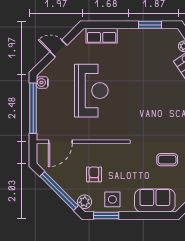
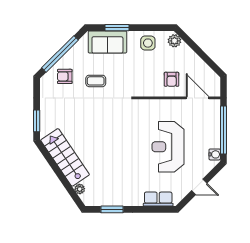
door: (60, 142) -> (197, 98), hinge flipped
armchair: (94, 174) -> (172, 79), moved
window: (59, 191) -> (199, 51), removed
window: (106, 215) -> (117, 28), moved

